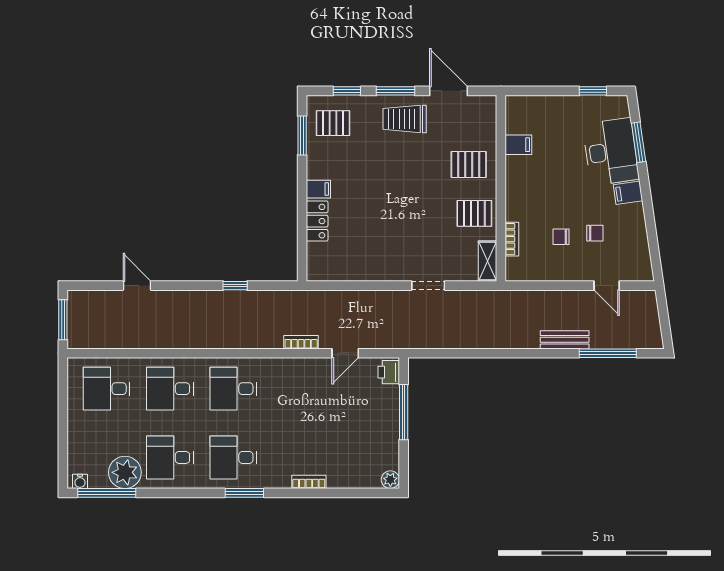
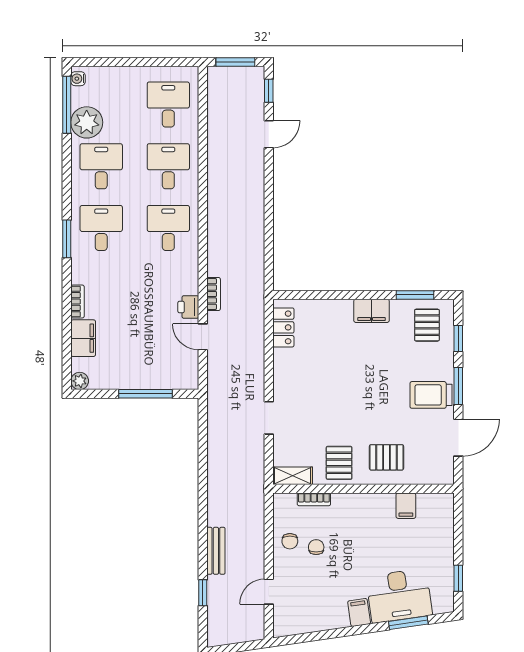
trolley: (405, 119) -> (431, 395), turned -90
pallet: (469, 165) -> (386, 457), turned 90
filing cabinet: (318, 189) -> (371, 311), width x2.00
locker: (317, 221) -> (283, 327), moved, turned -90
chair: (595, 233) -> (290, 541), moved
window: (235, 286) -> (269, 91), moved
window: (608, 353) -> (203, 593), width x0.46
printer: (389, 372) -> (188, 307), moved, turned -90
filing cabinet: (346, 476) -> (83, 338), added

